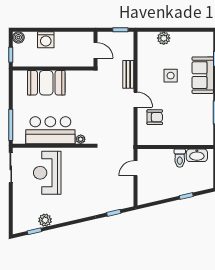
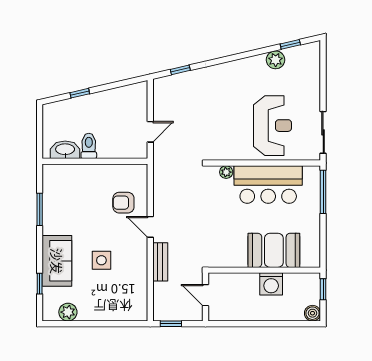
plant: (164, 38) -> (68, 312), moved
washing machine: (46, 40) -> (271, 284), moved, turned 180

